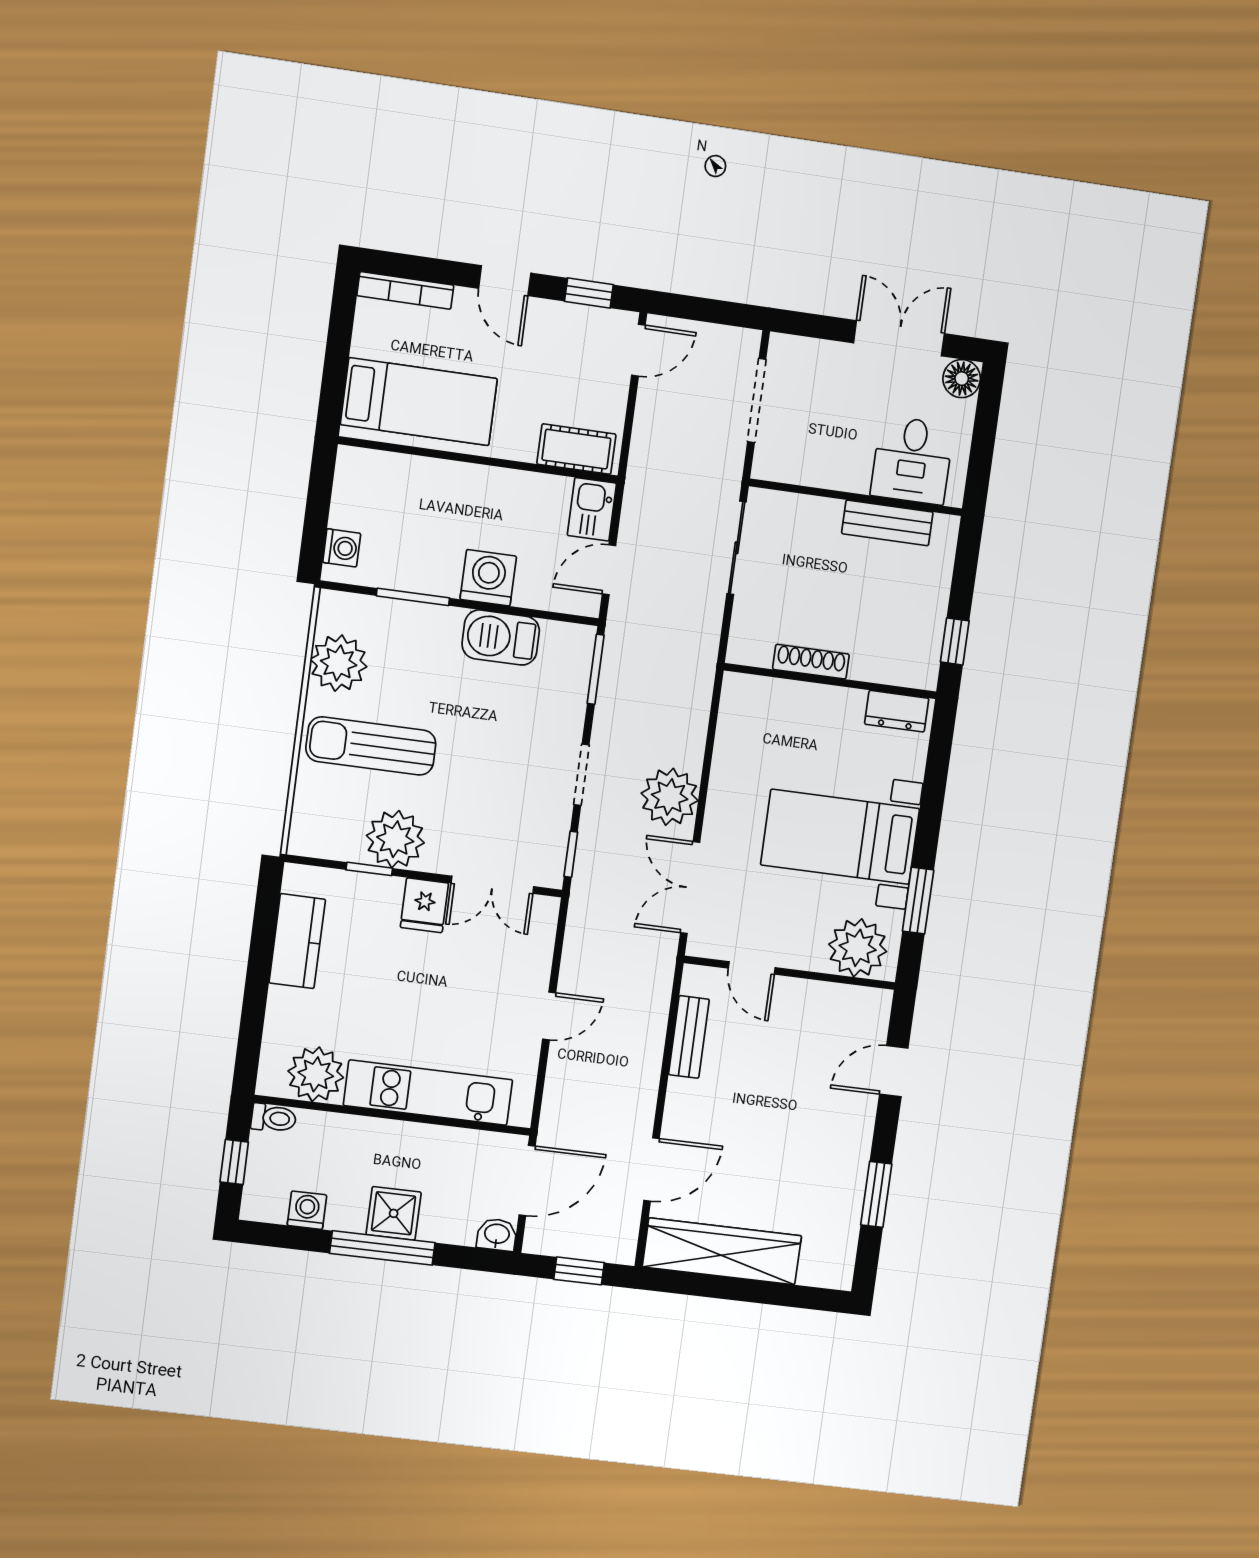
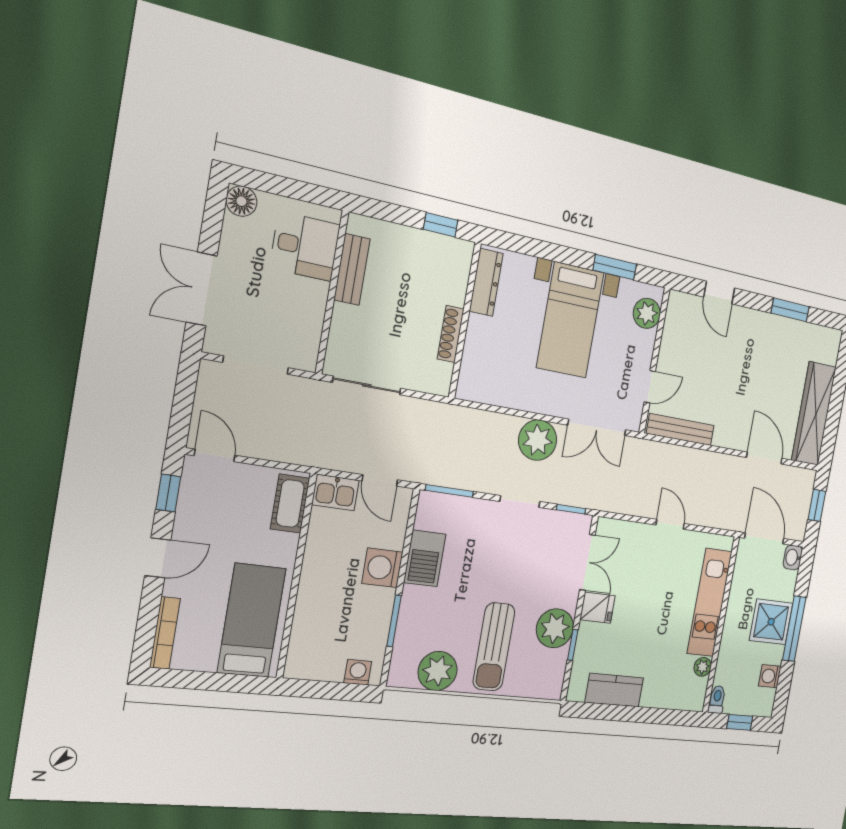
double door: (899, 338) -> (202, 289), moved
dresser: (897, 711) -> (486, 282), width x1.44
plant: (858, 948) -> (647, 313), width x0.73, depth x0.73
bench: (689, 1037) -> (680, 430), width x1.36
plant: (316, 1074) -> (703, 667), width x0.53, depth x0.53
shower: (394, 1213) -> (771, 622), width x1.36, depth x1.36

